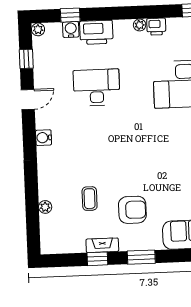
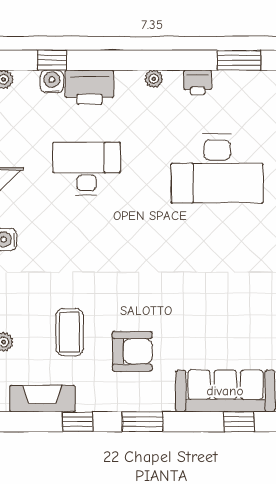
printer: (156, 27) -> (198, 82), moved
coffee table: (90, 199) -> (70, 332), width x1.36, depth x1.30
fireplace: (102, 245) -> (43, 399), moved, width x1.37, depth x1.32

